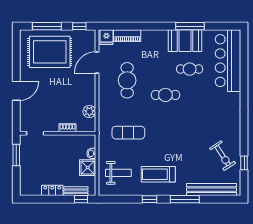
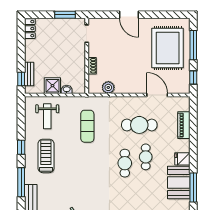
fridge: (106, 37) -> (182, 159), moved
cafe table: (190, 69) -> (146, 157), moved
locker: (52, 190) -> (30, 29), moved

